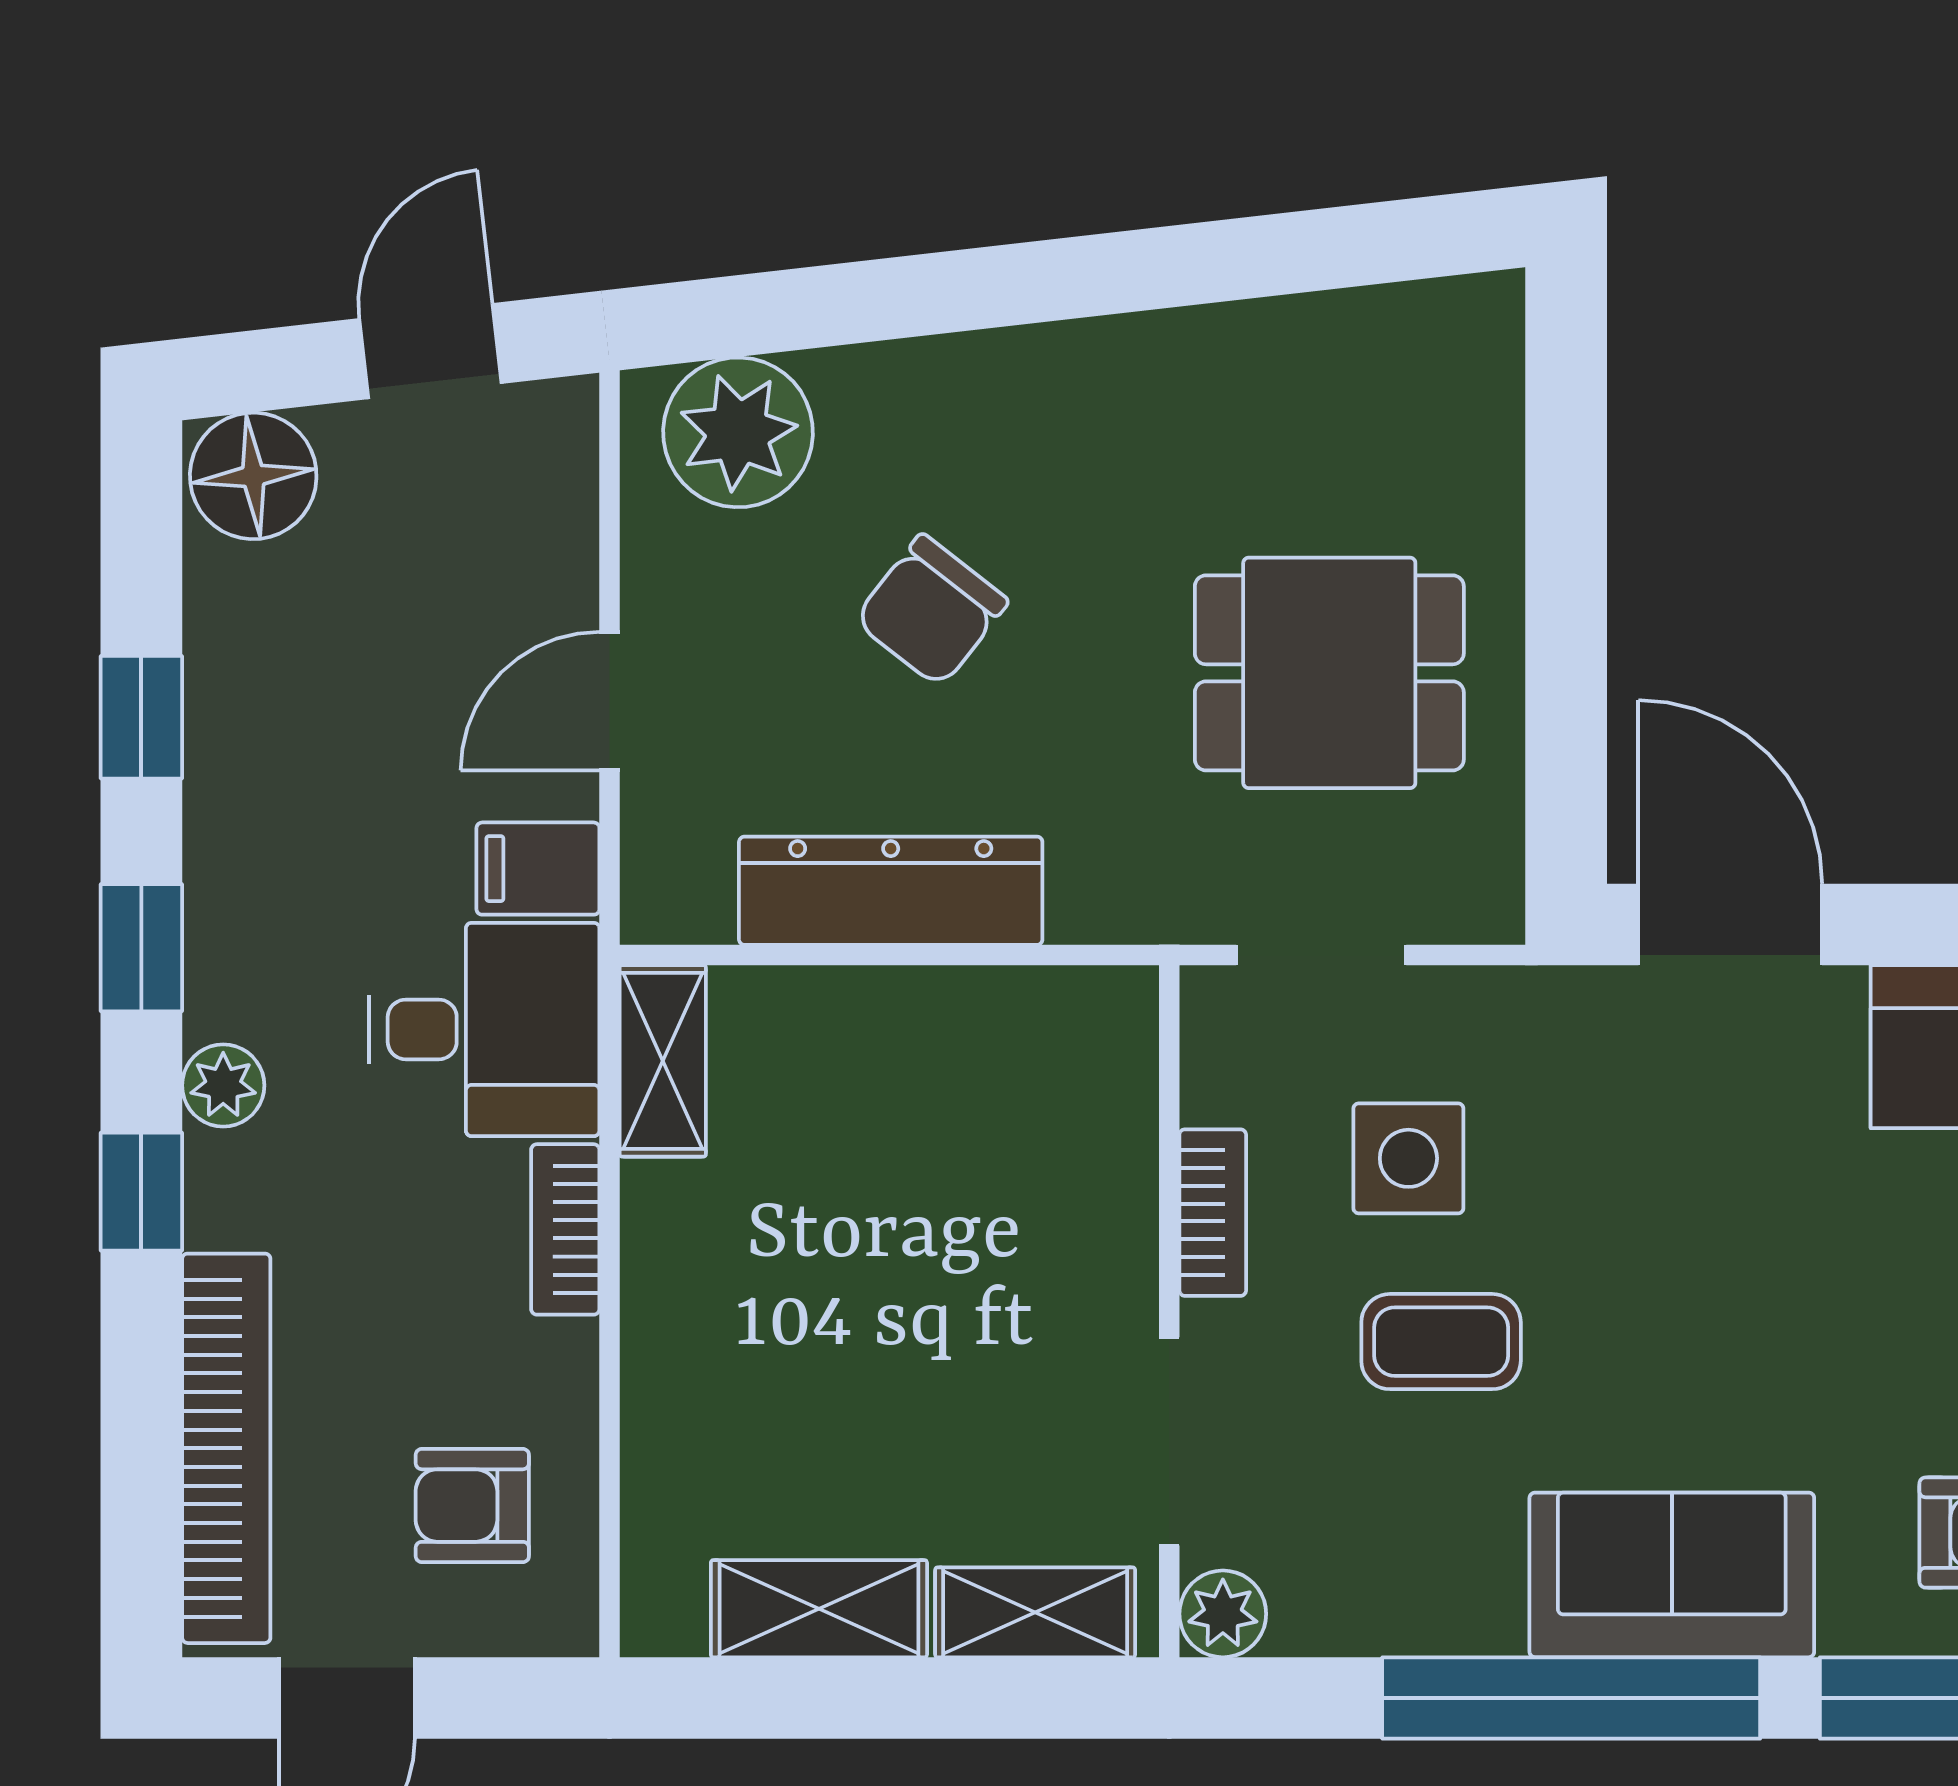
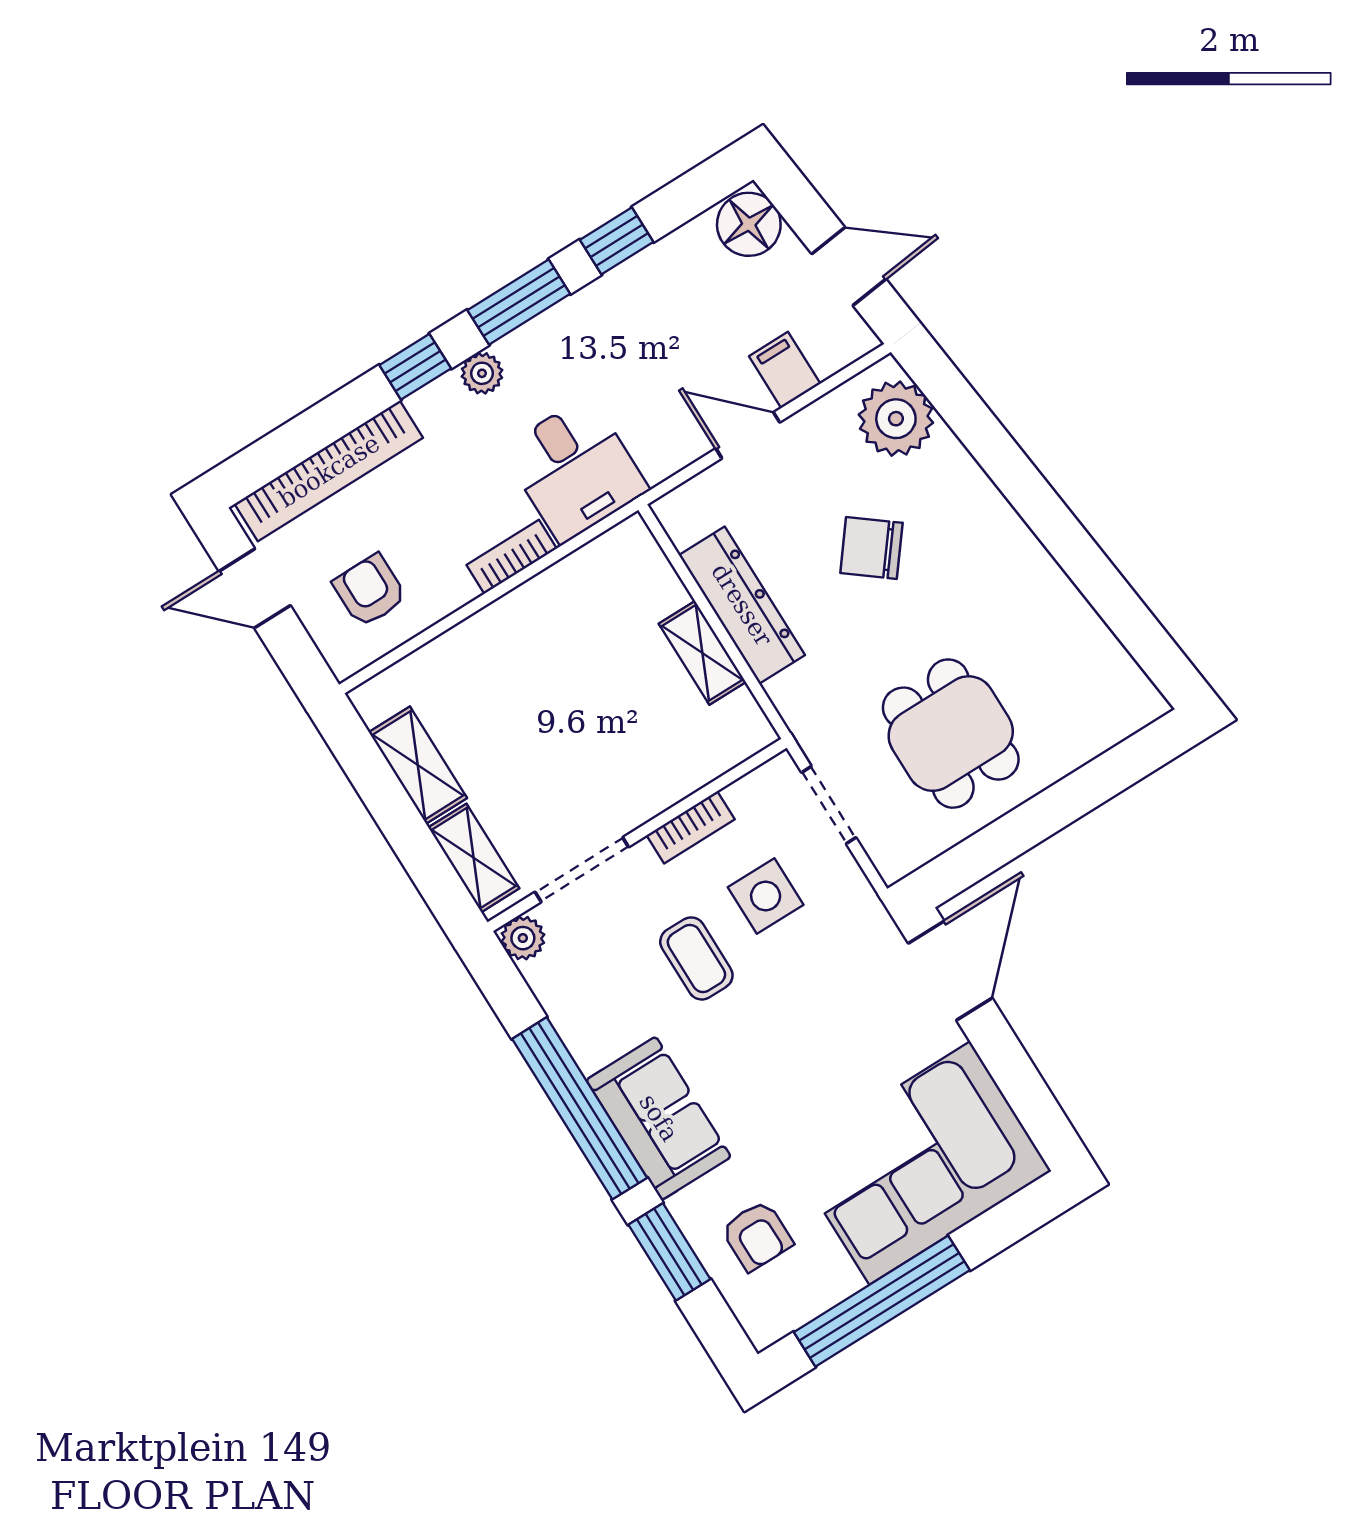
filing cabinet: (538, 869) -> (785, 370), moved
window: (141, 948) -> (519, 302), width x1.50
shelving: (663, 1061) -> (702, 653), moved, turned 90

